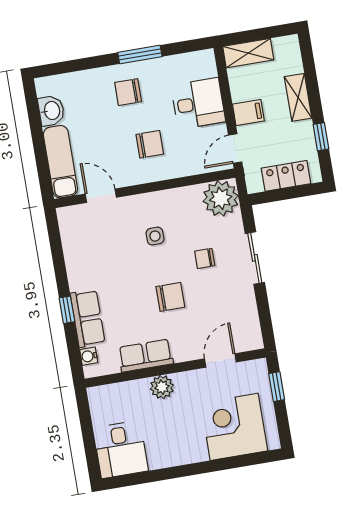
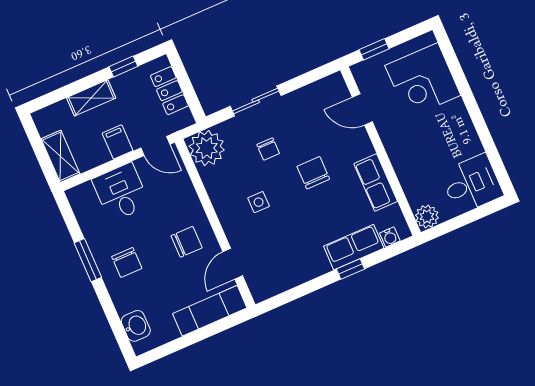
washbasin: (51, 111) -> (136, 326), moved, turned 90
chair: (150, 144) -> (187, 242), moved, turned 90
plant: (162, 387) -> (427, 217), moved

